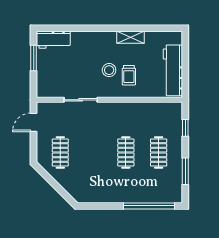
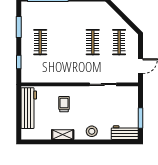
stool: (109, 70) -> (92, 131), moved
clothes rail: (126, 152) -> (93, 42), moved

